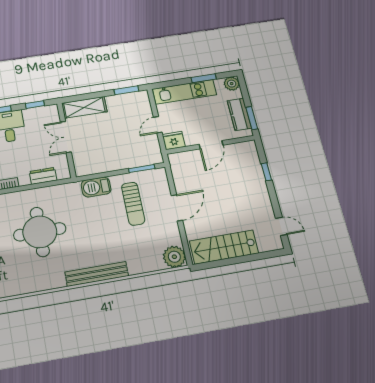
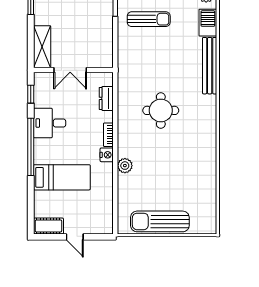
barbecue: (96, 187) -> (208, 23), moved, turned 180
round table: (40, 232) -> (161, 110), width x0.73, depth x0.73

